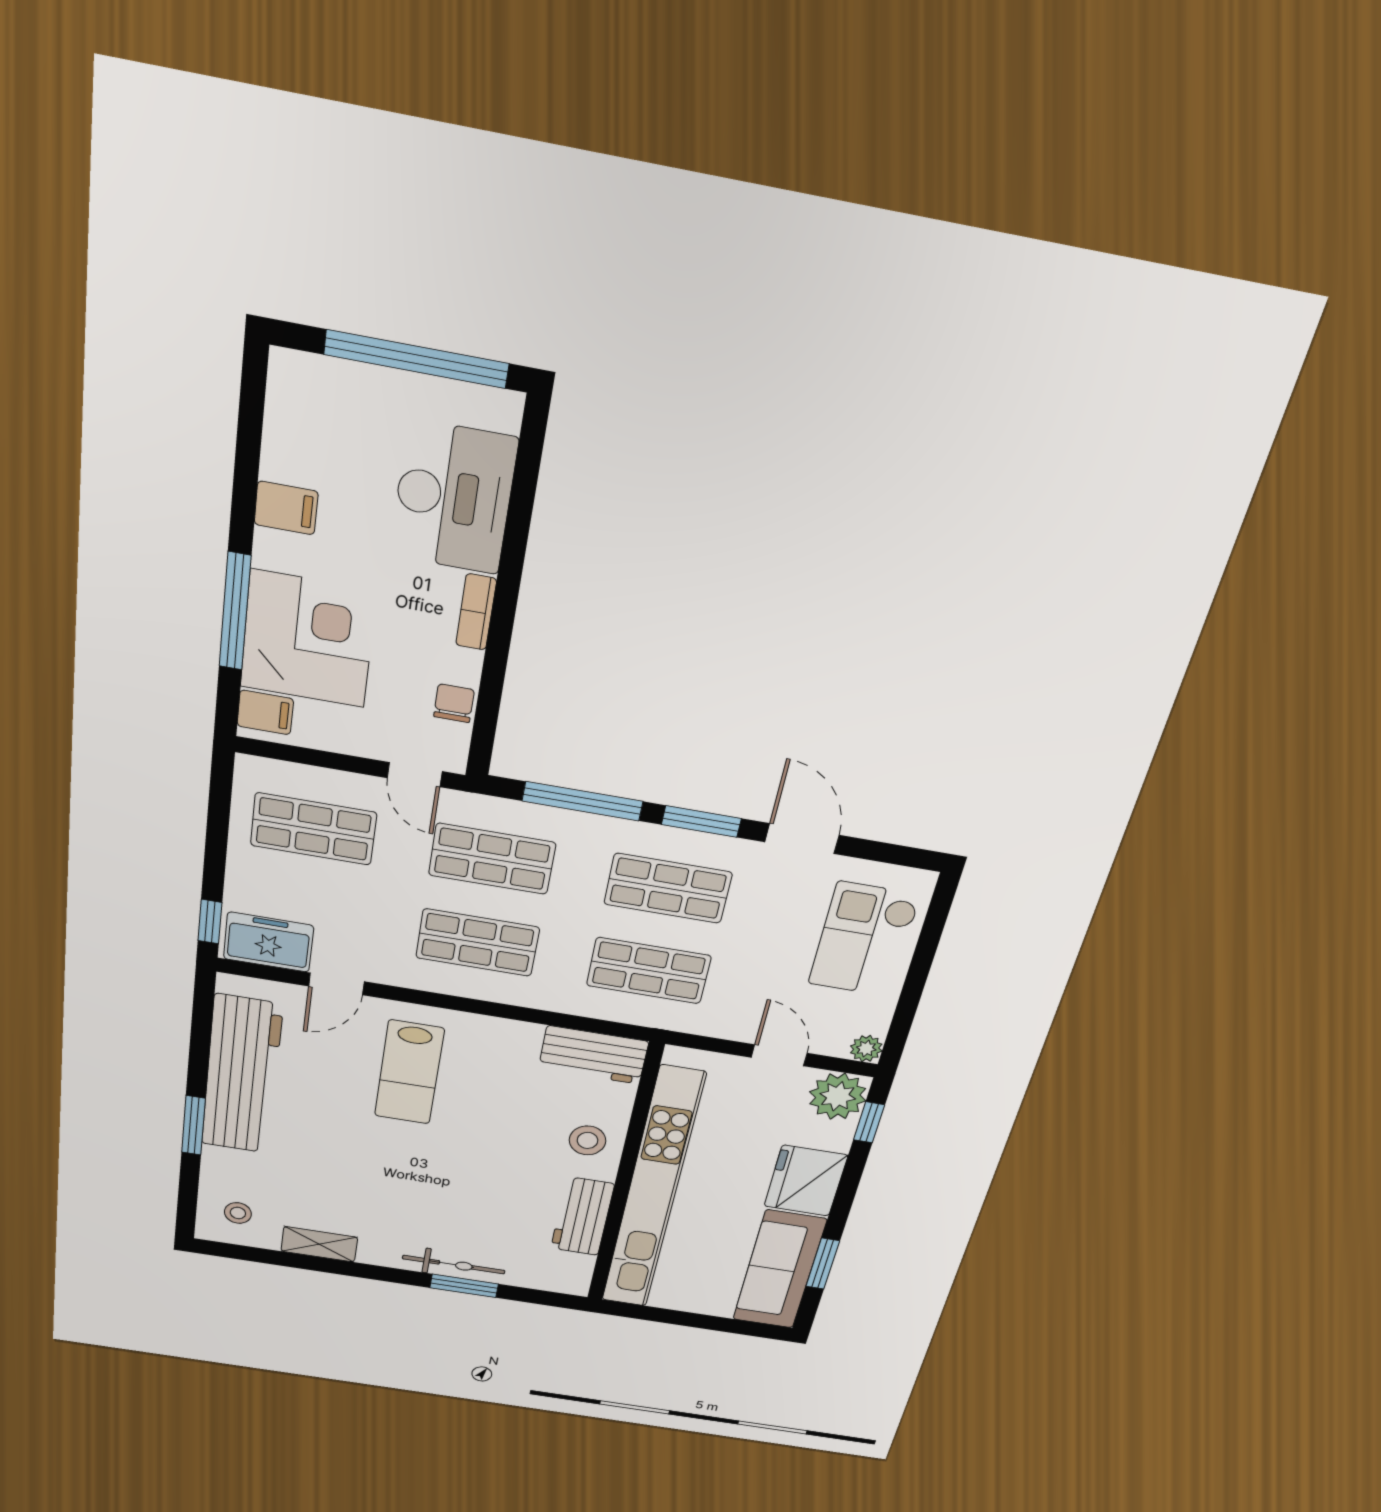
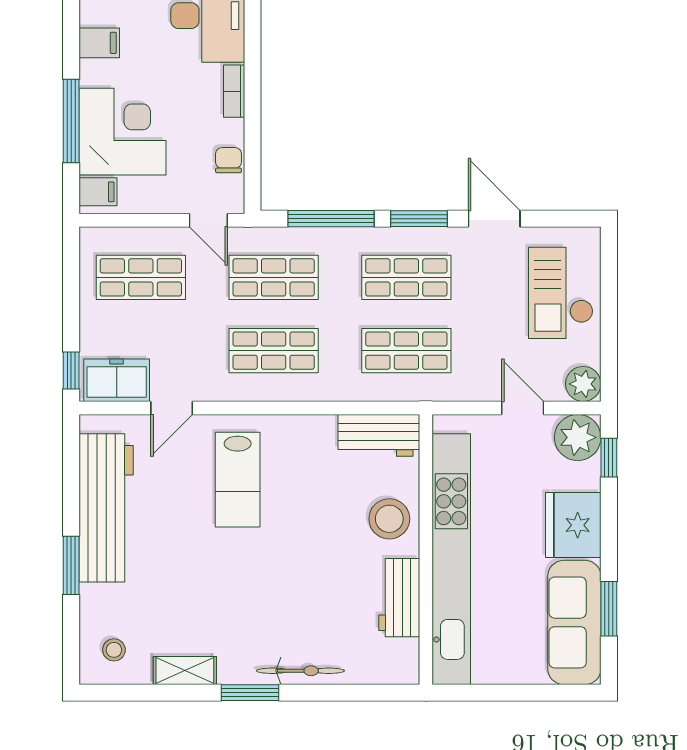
plant: (866, 1049) -> (583, 384), width x1.38, depth x1.38
stool: (588, 1140) -> (389, 519), width x1.38, depth x1.38
window: (464, 1286) -> (250, 693), moved

